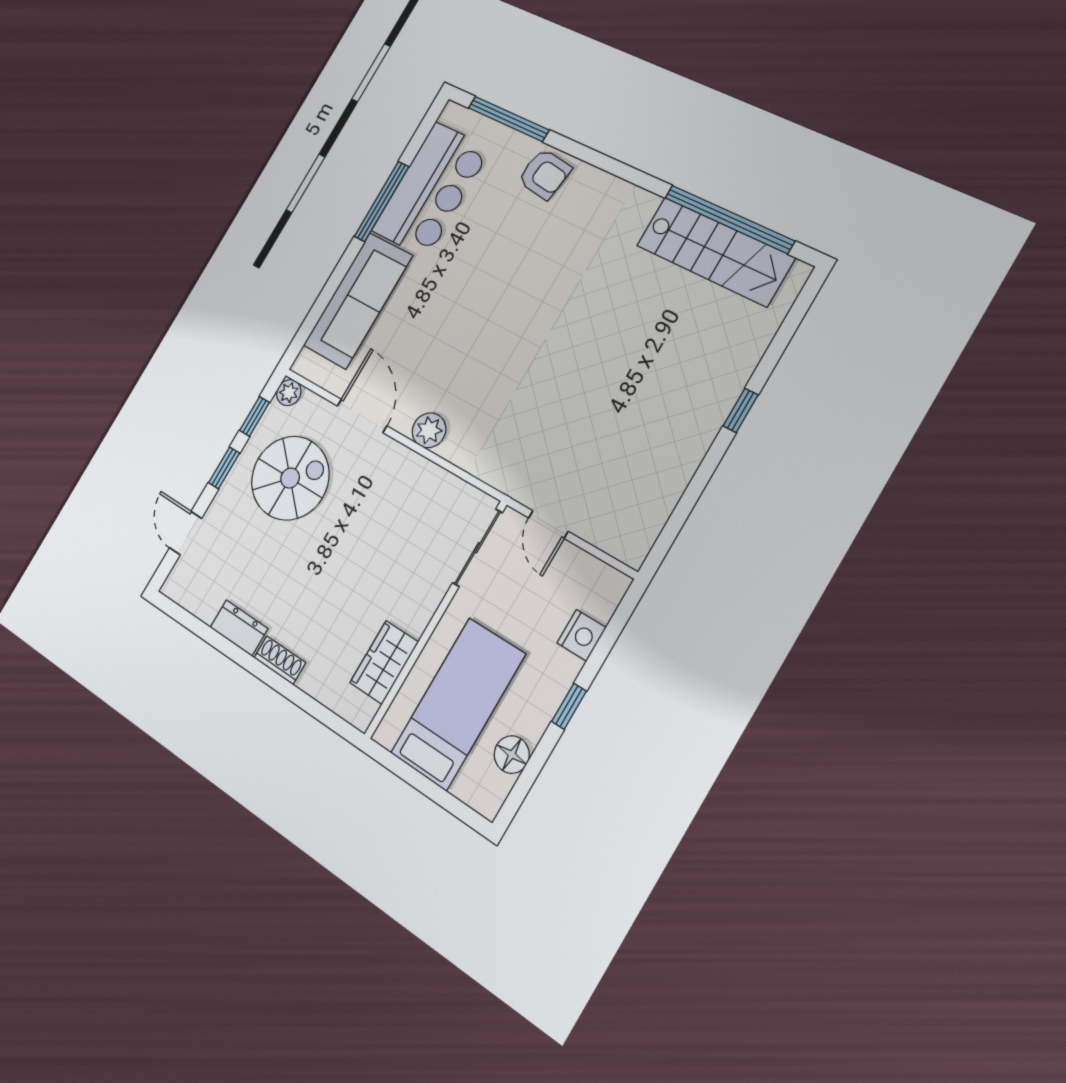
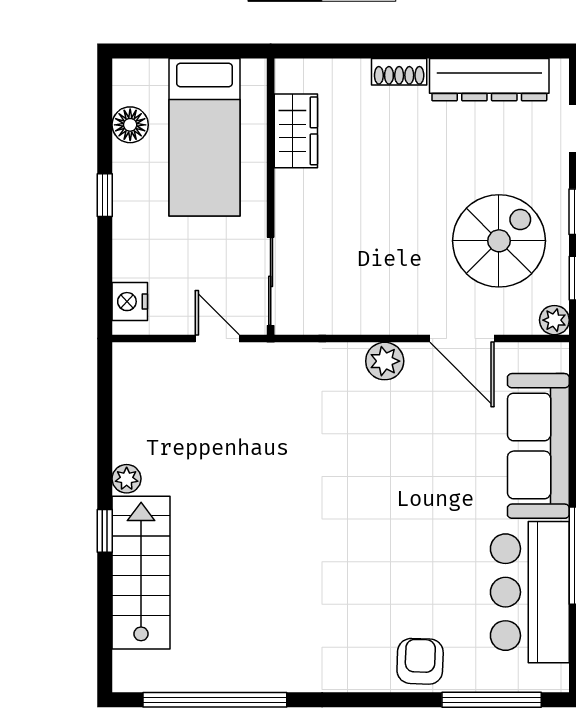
armchair: (545, 174) -> (420, 661), turned 84
stairs: (715, 252) -> (141, 573), moved, turned 90
plant: (695, 446) -> (127, 479), added
spiral stairs: (290, 478) -> (499, 241), turned 180
dresser: (239, 628) -> (489, 80), width x1.96, depth x1.24
nightstand: (581, 635) -> (130, 302), moved

